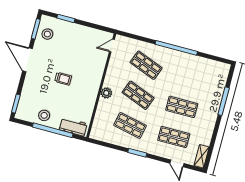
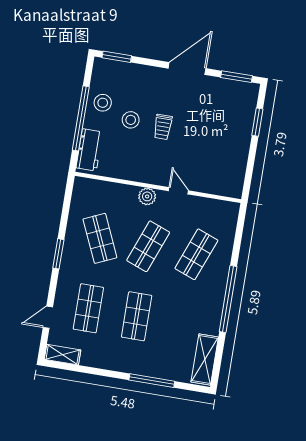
stool: (47, 34) -> (131, 120), moved
door: (112, 46) -> (178, 191), moved
shelving: (213, 66) -> (205, 360), added
shop shelf: (130, 125) -> (100, 238), turned -36

